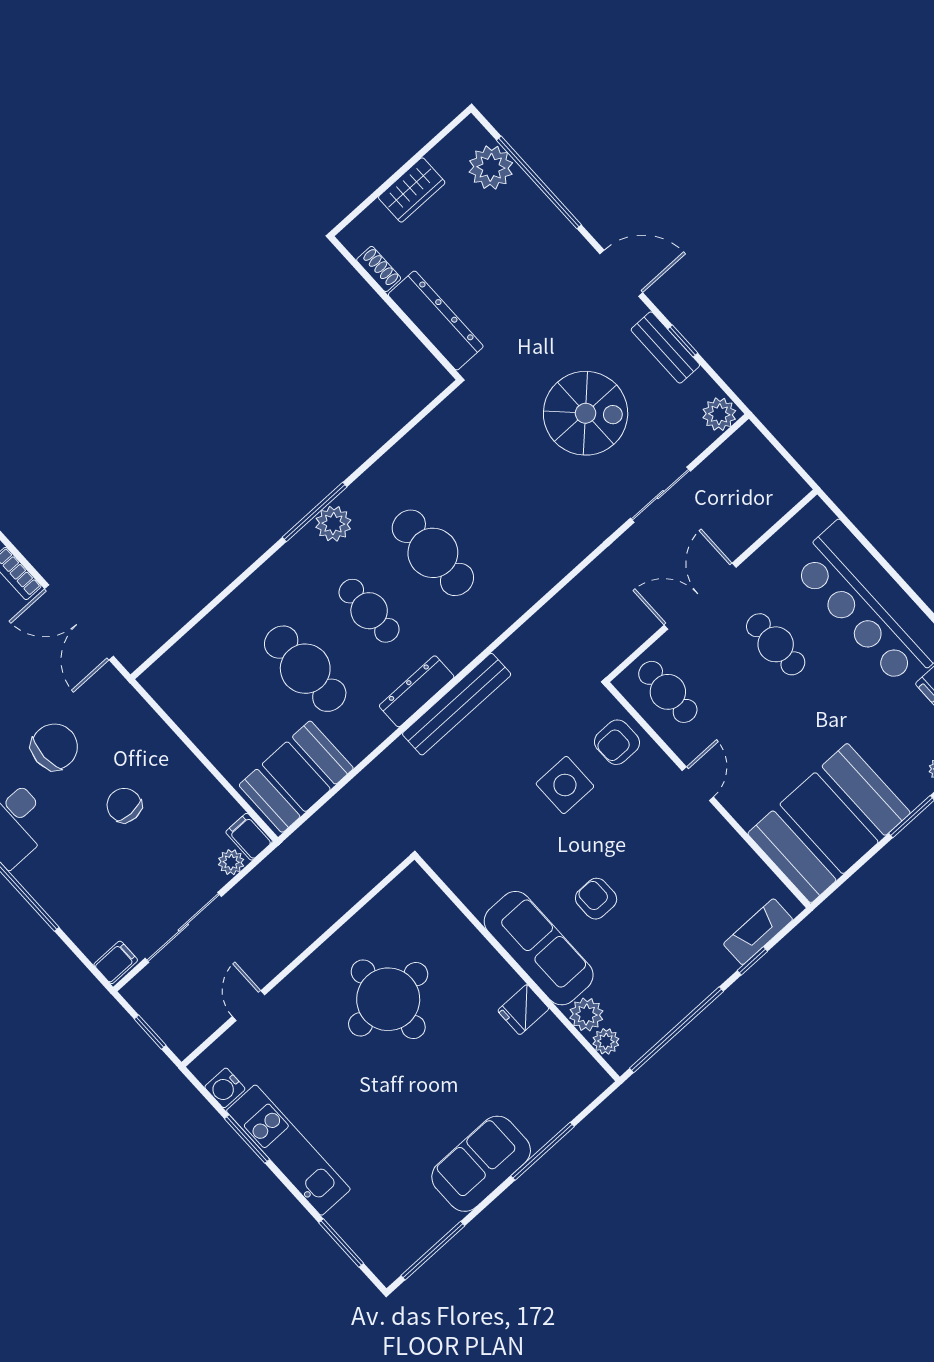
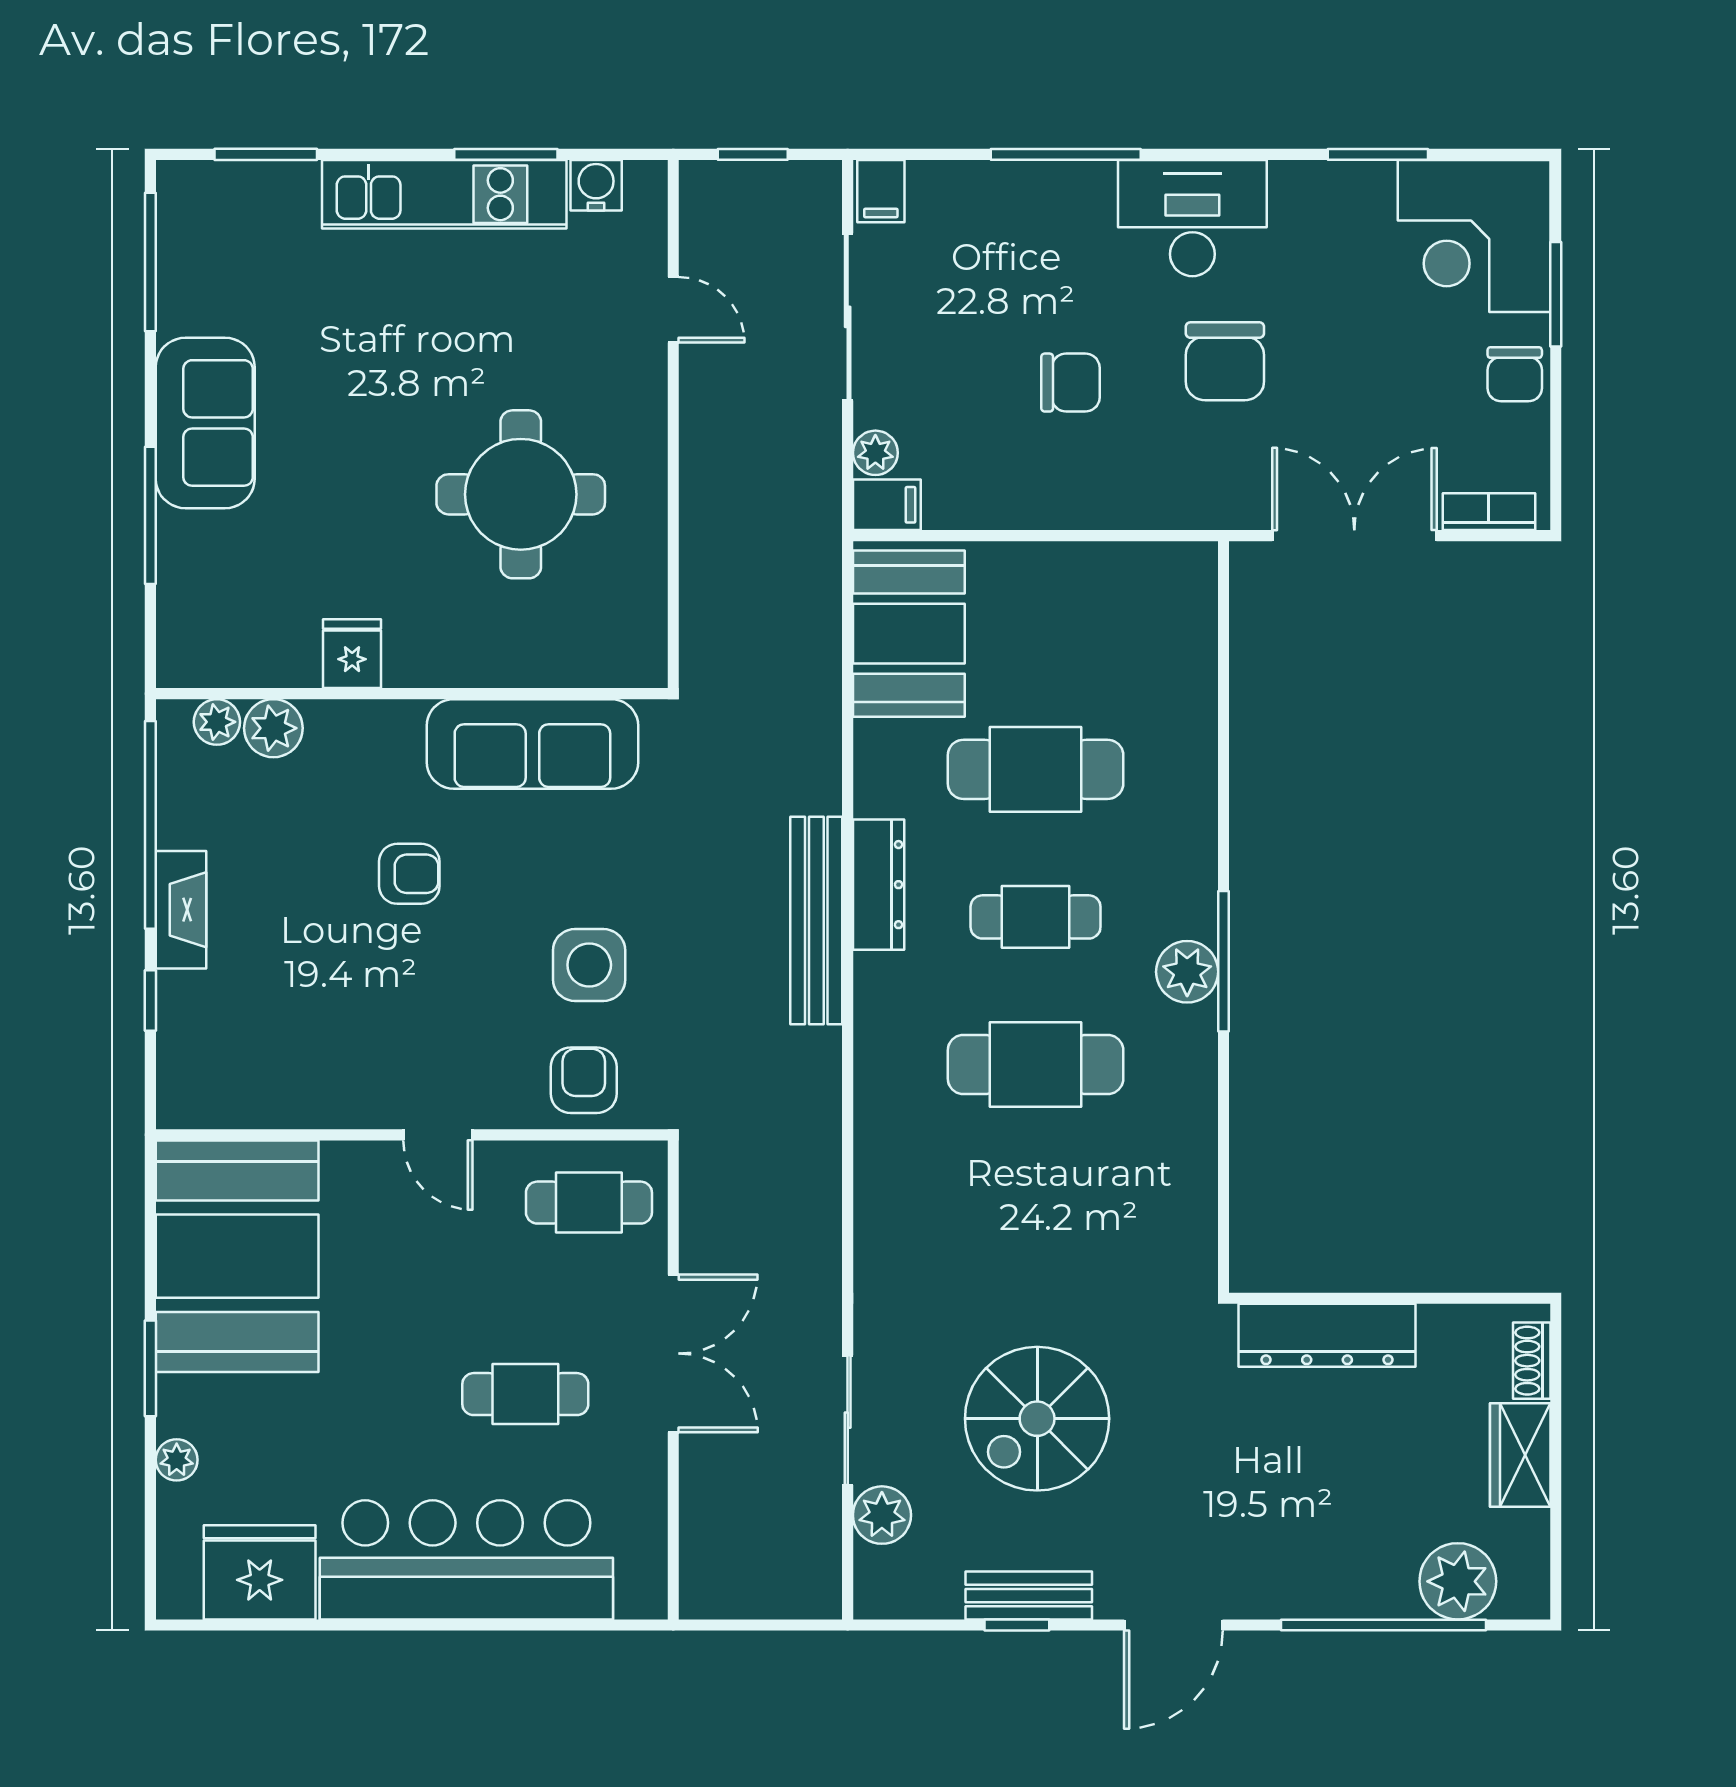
shoe rack: (379, 269) -> (1532, 1361), moved, turned 90
plant: (719, 414) -> (882, 1515), moved
fireplace: (758, 932) -> (181, 910), moved
sofa: (539, 948) -> (532, 744), moved

